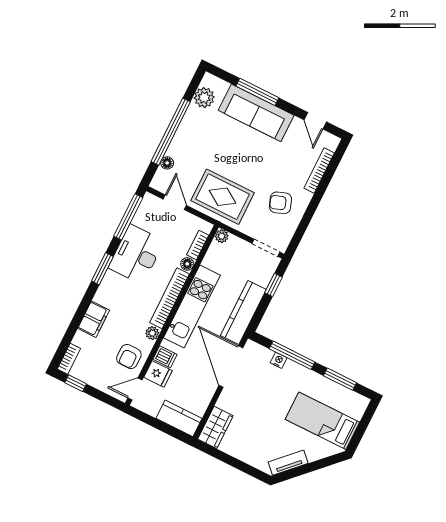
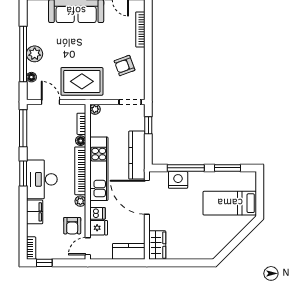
plant: (204, 98) -> (35, 54), moved
desk: (136, 254) -> (42, 179), moved
nightstand: (279, 360) -> (178, 180), width x1.89, depth x1.79
tv unit: (288, 463) -> (220, 244), removed

